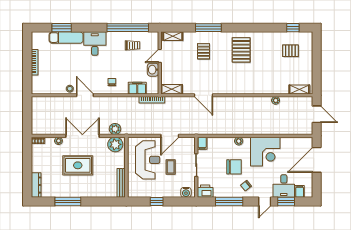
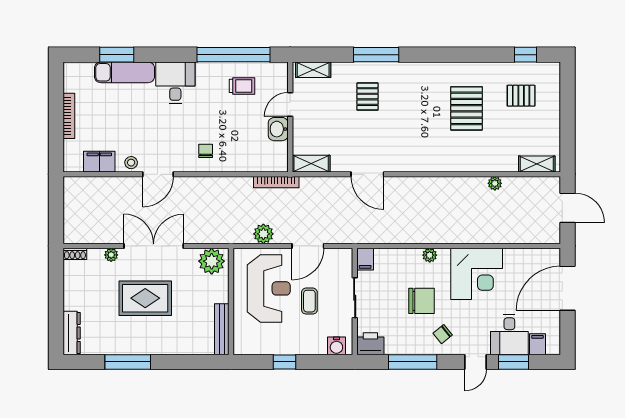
pallet: (241, 50) -> (467, 108), moved
filing cabinet: (137, 88) -> (99, 162), moved
door: (85, 95) -> (158, 174), swing flipped
plant: (115, 129) -> (263, 234), moved

